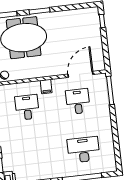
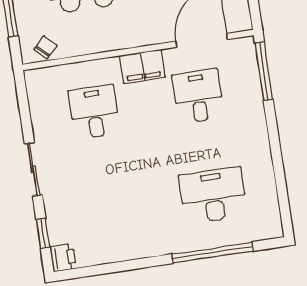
filing cabinet: (46, 87) -> (142, 66), width x2.00

